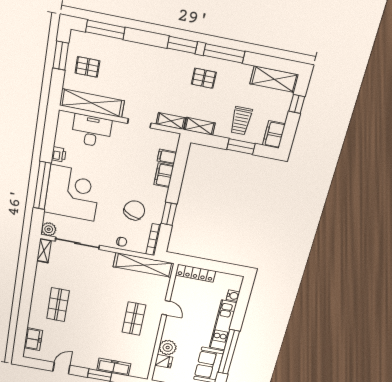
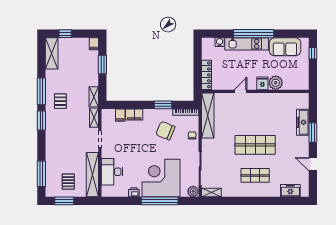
trolley: (241, 121) -> (84, 69), removed
filing cabinet: (274, 134) -> (94, 44), width x0.50
shop shelf: (134, 319) -> (255, 145), moved, width x1.43, depth x1.36
window: (229, 352) -> (254, 34), moved
fridge: (164, 361) -> (262, 83), moved

